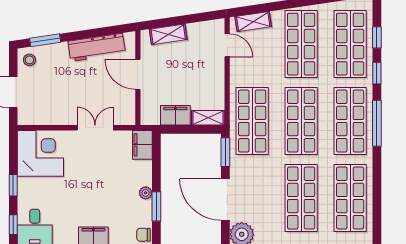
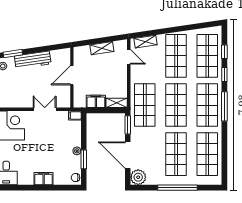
shelving: (168, 34) -> (102, 48), moved
workbench: (97, 47) -> (33, 60), moved
door: (138, 74) -> (72, 75), hinge flipped
filing cabinet: (142, 145) -> (75, 116), width x0.50

